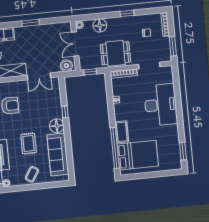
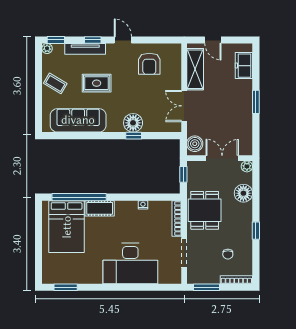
floor lamp: (57, 126) -> (133, 123), moved

